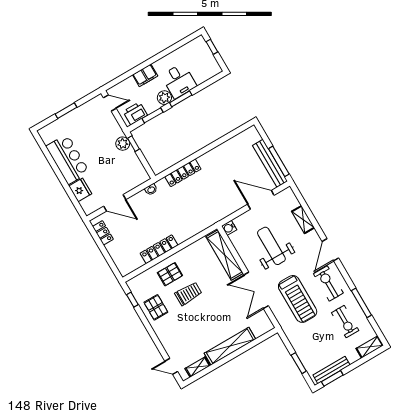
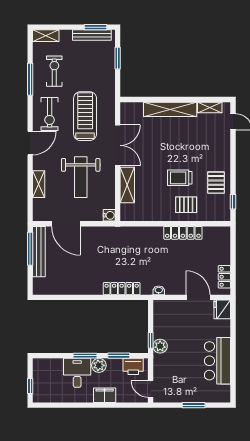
fridge: (80, 190) -> (222, 309), moved
shelving: (225, 255) -> (127, 185), width x0.68

